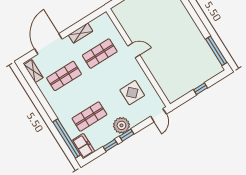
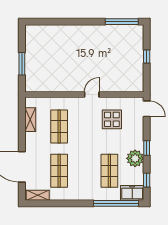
shelving: (81, 33) -> (30, 120), moved
door: (134, 50) -> (92, 95), moved
plant: (121, 125) -> (135, 158), moved
window: (110, 145) -> (147, 180), moved

